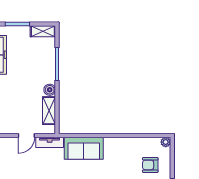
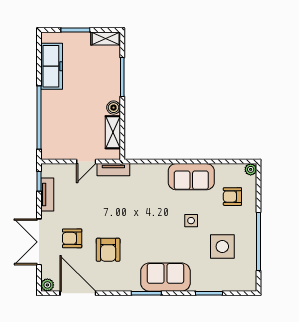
sofa: (84, 148) -> (191, 177), moved

